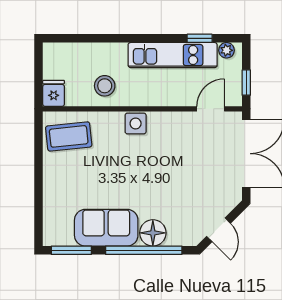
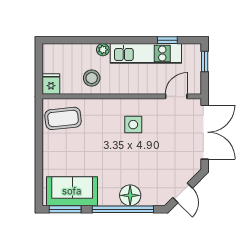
plant: (227, 50) -> (103, 50), moved
window: (246, 83) -> (205, 62), moved
side table: (136, 123) -> (133, 125), moved
sofa: (106, 228) -> (72, 191), moved

